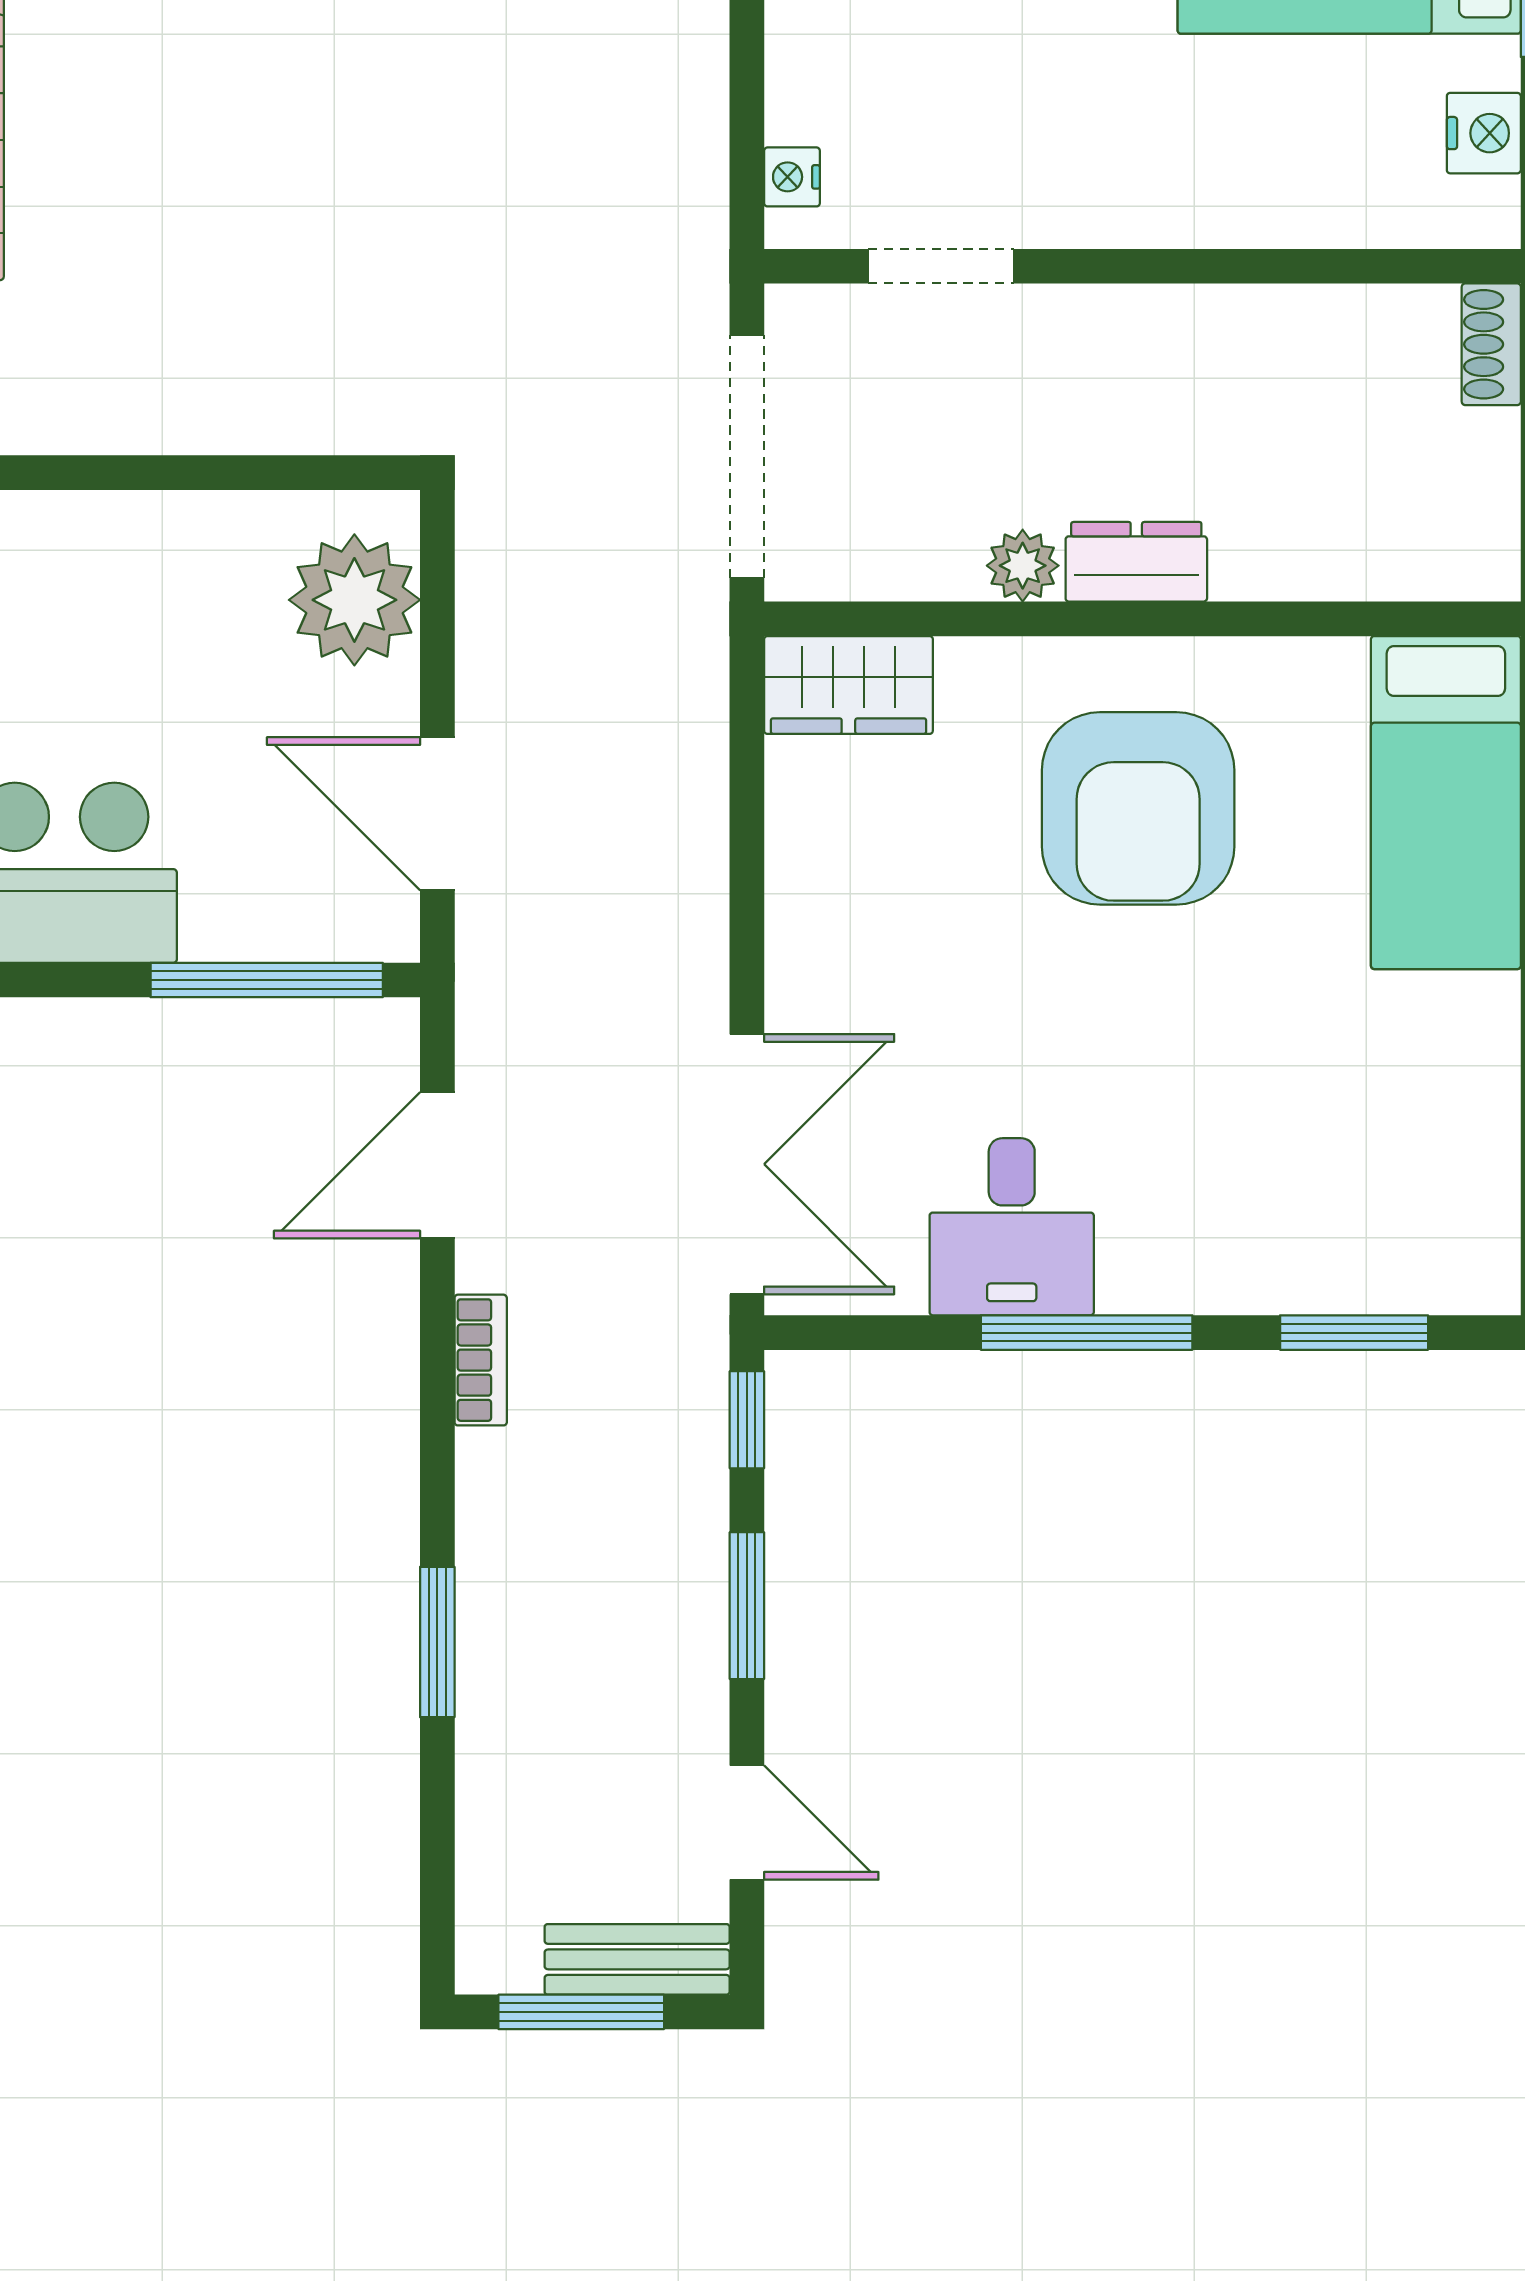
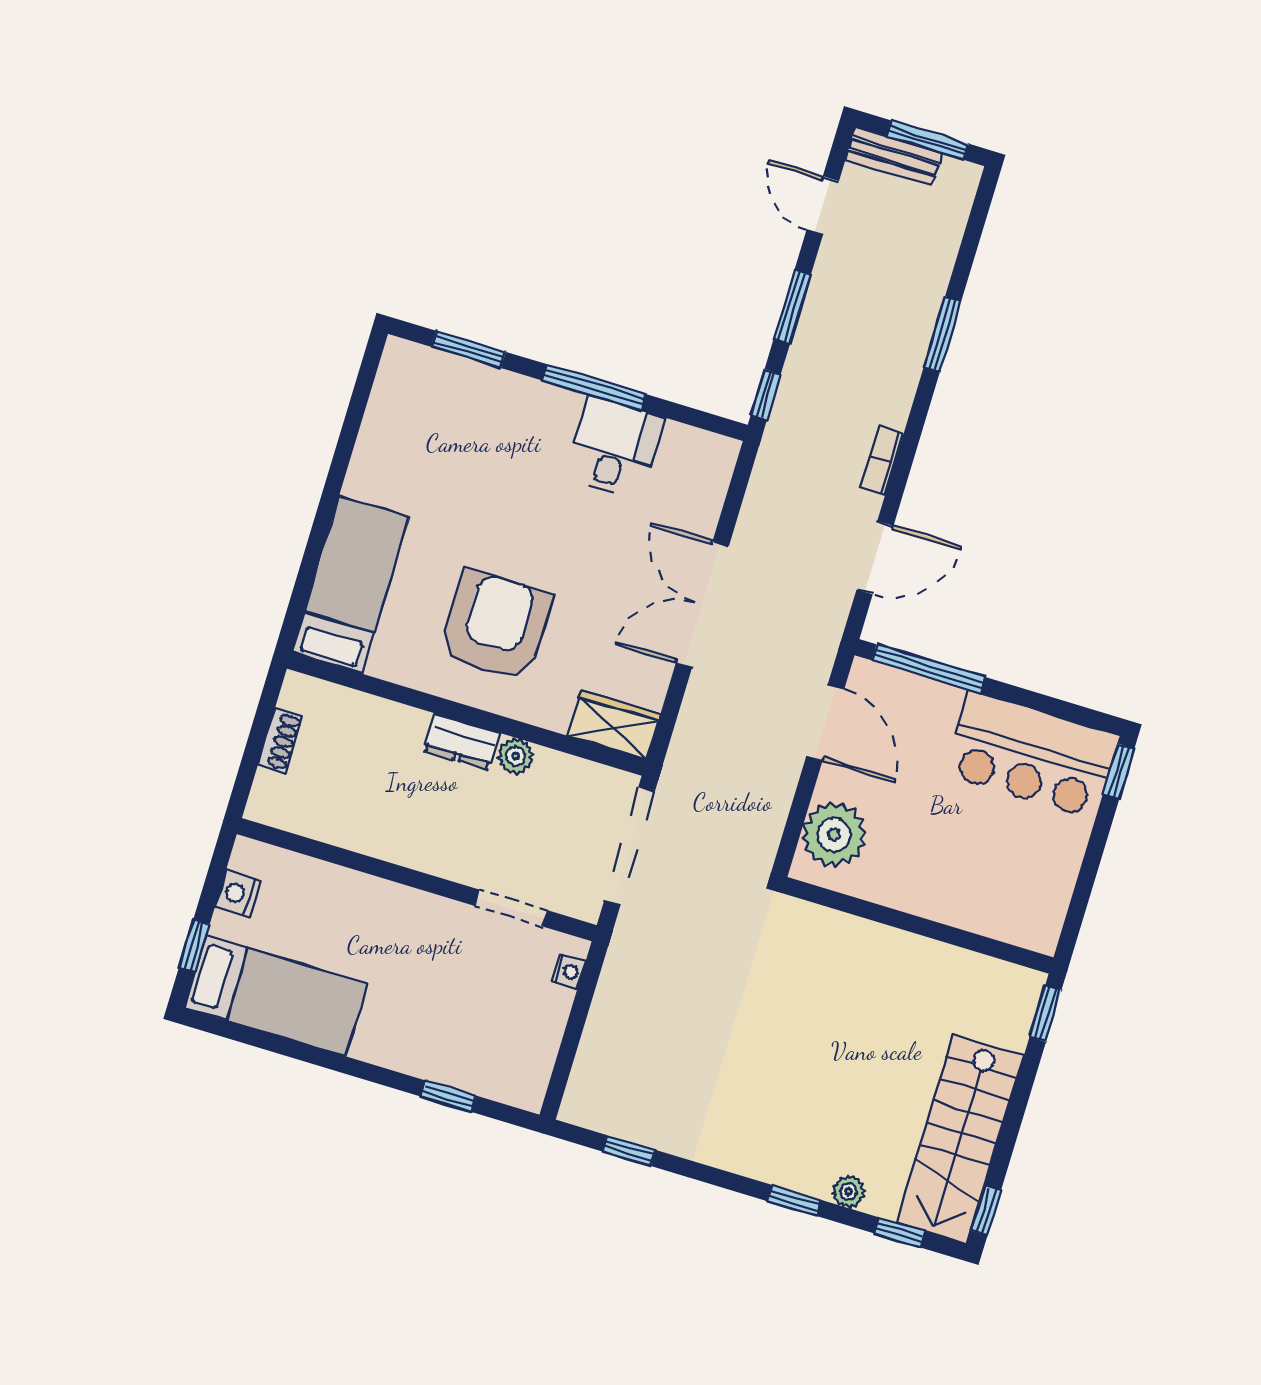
shoe rack: (1491, 344) -> (280, 741), moved
double door: (747, 1164) -> (702, 604), moved

